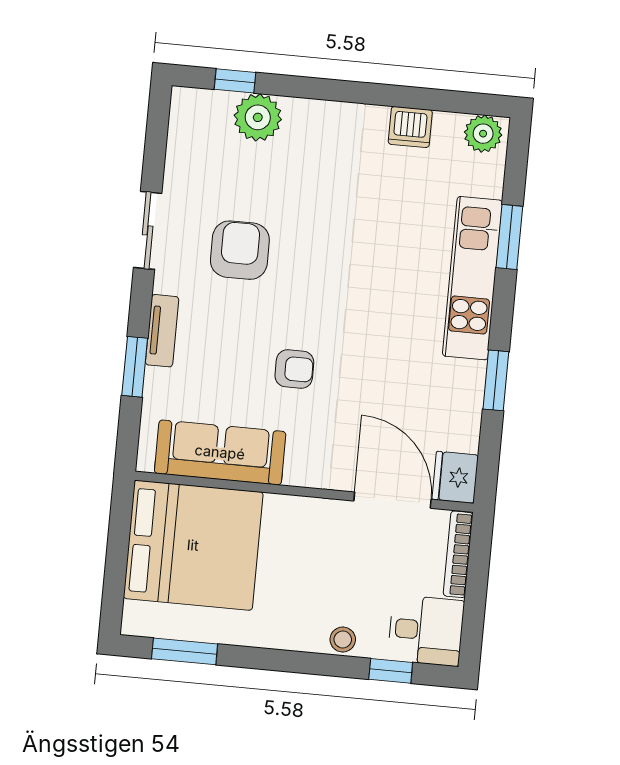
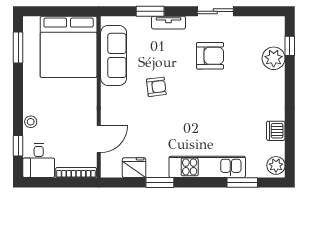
window: (509, 237) -> (242, 183), moved
armchair: (294, 369) -> (156, 87), turned -97
fridge: (455, 477) -> (134, 168), moved
door: (392, 500) -> (99, 139), width x0.73

